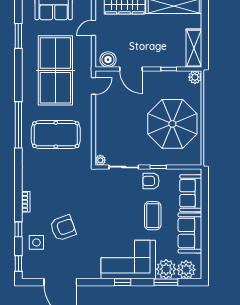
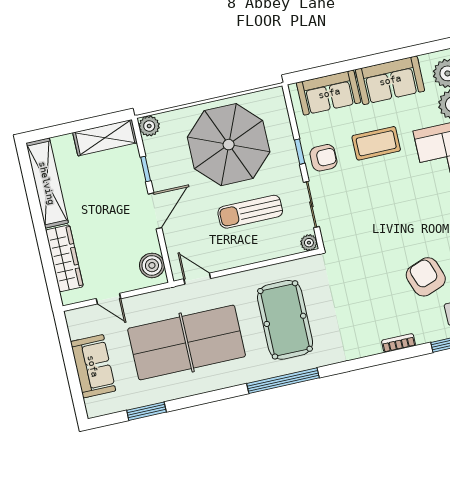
door: (131, 69) -> (155, 211), moved
sun lounger: (128, 128) -> (250, 212), added
armchair: (151, 181) -> (323, 158), turned -90

